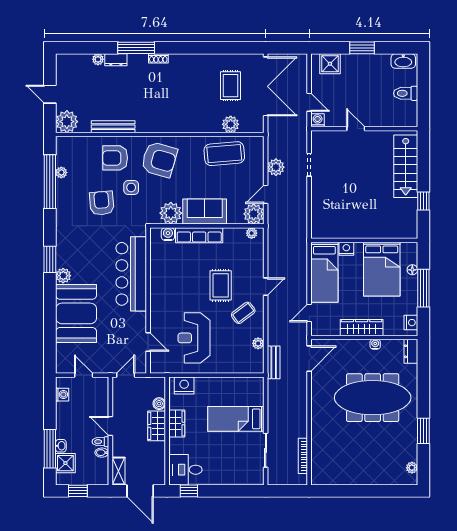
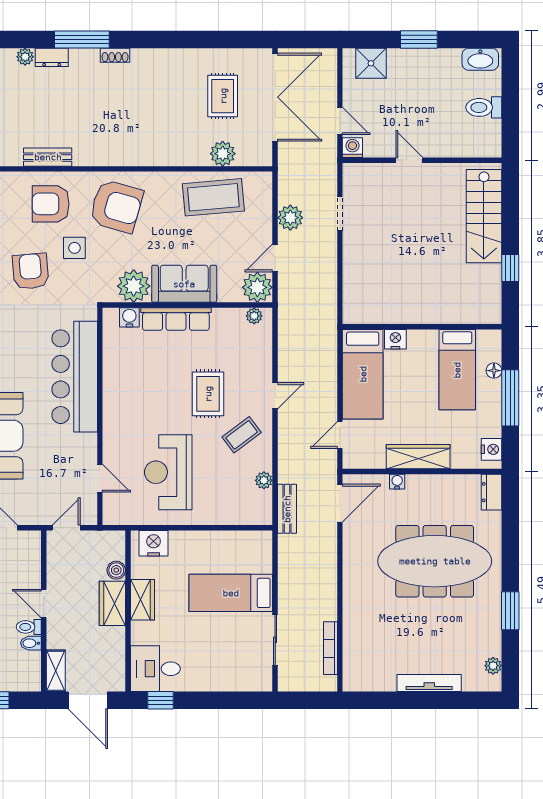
bench: (113, 127) -> (48, 157), width x0.73
bed: (382, 269) -> (457, 370), width x0.67
water cooler: (375, 344) -> (397, 482), moved
tv unit: (369, 479) -> (429, 683), added

